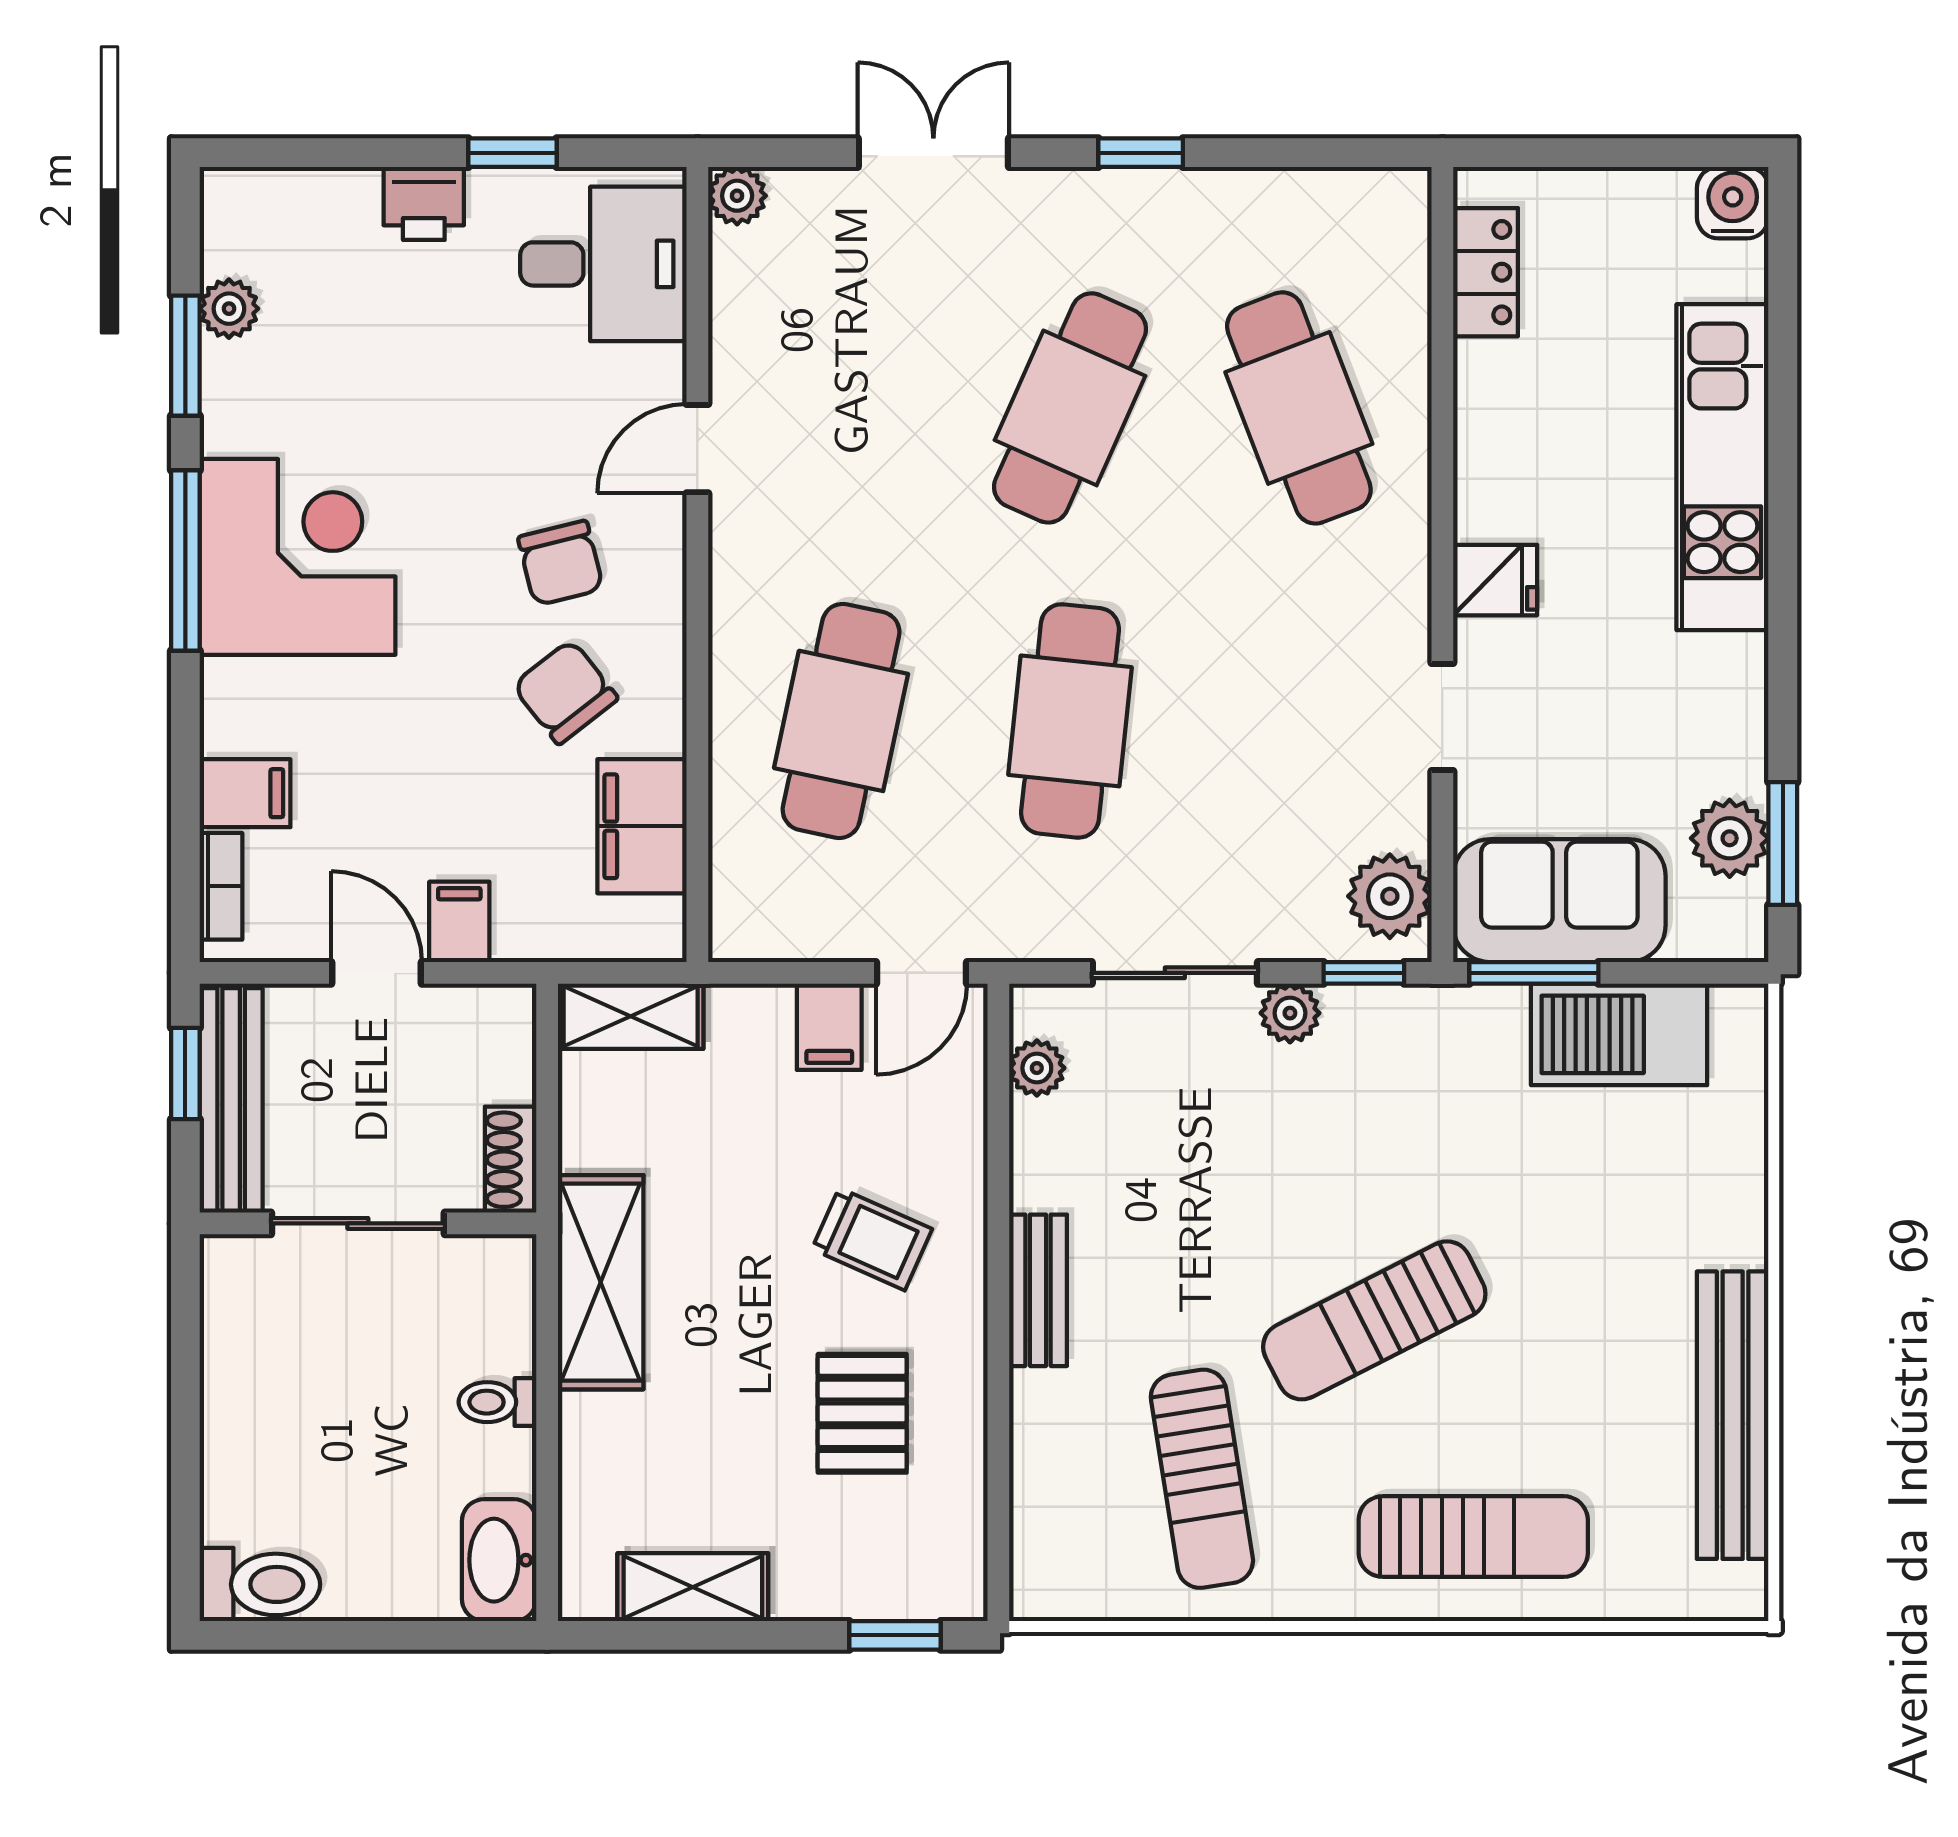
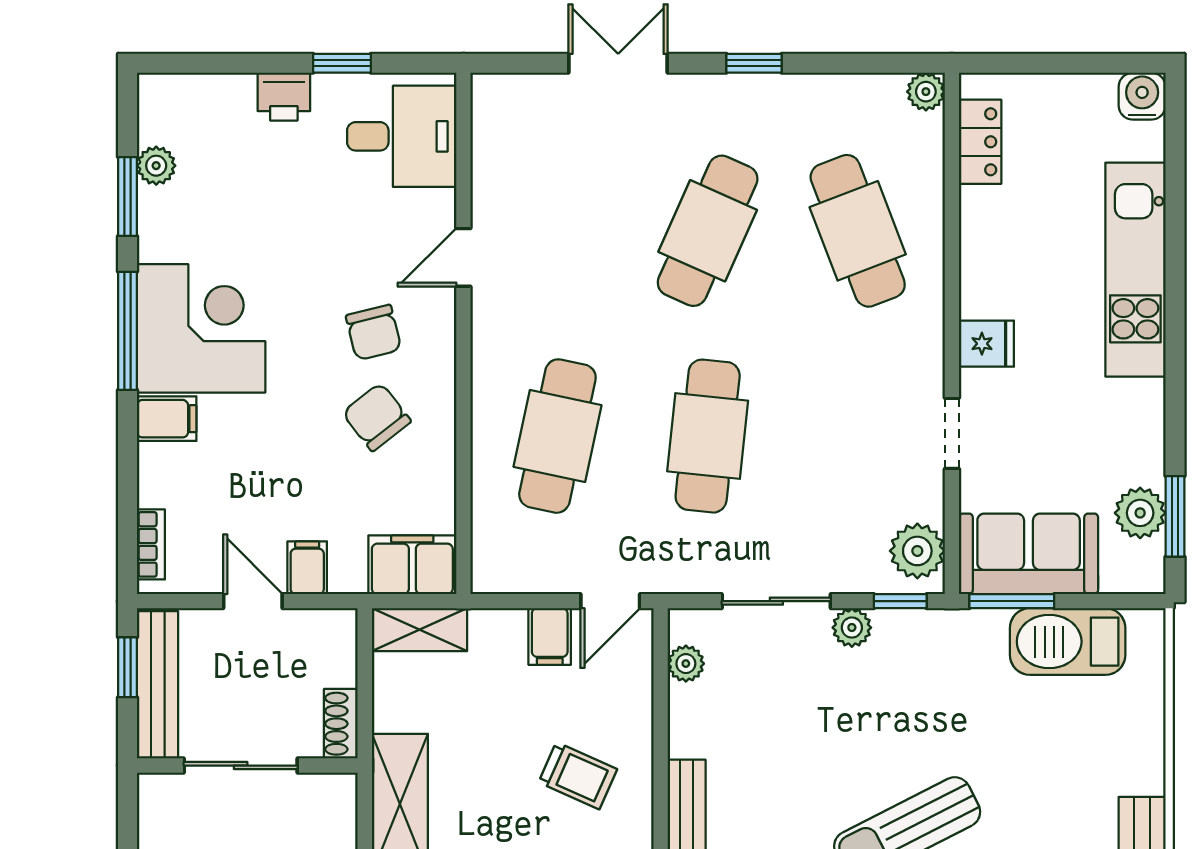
plant: (737, 196) -> (926, 92), moved
filing cabinet: (245, 793) -> (167, 419), moved
filing cabinet: (642, 826) -> (412, 565), moved, turned 90

